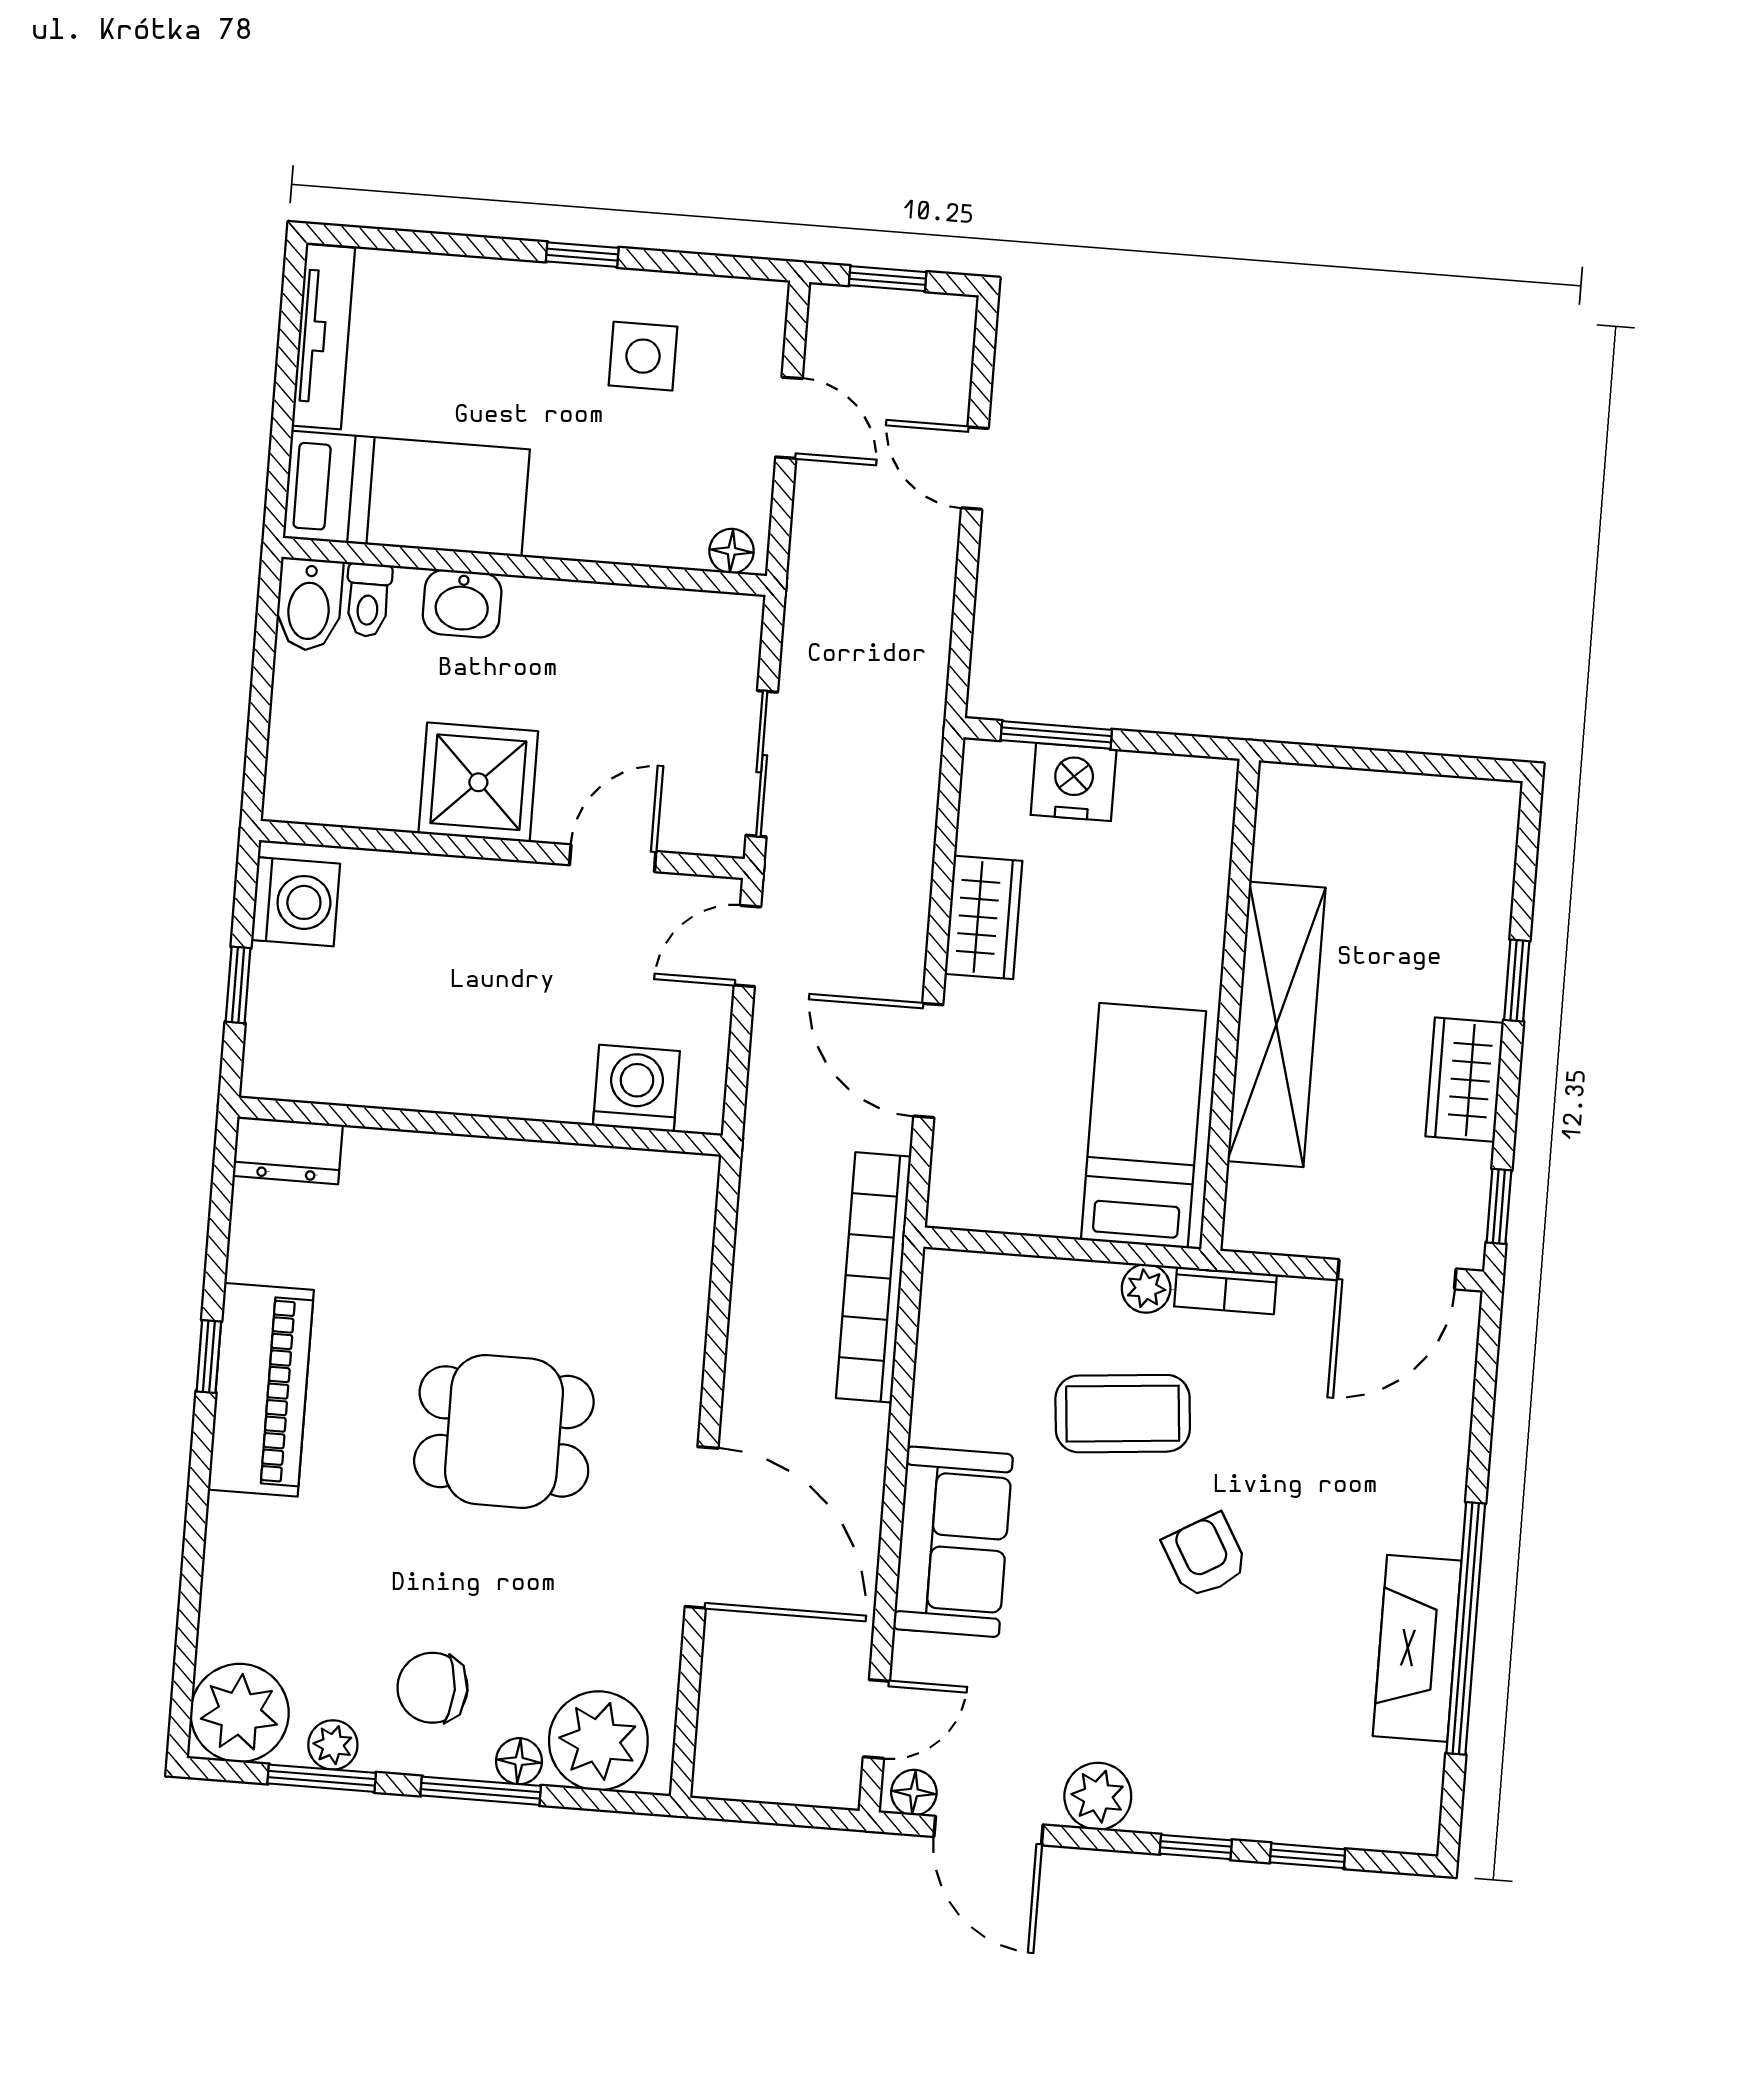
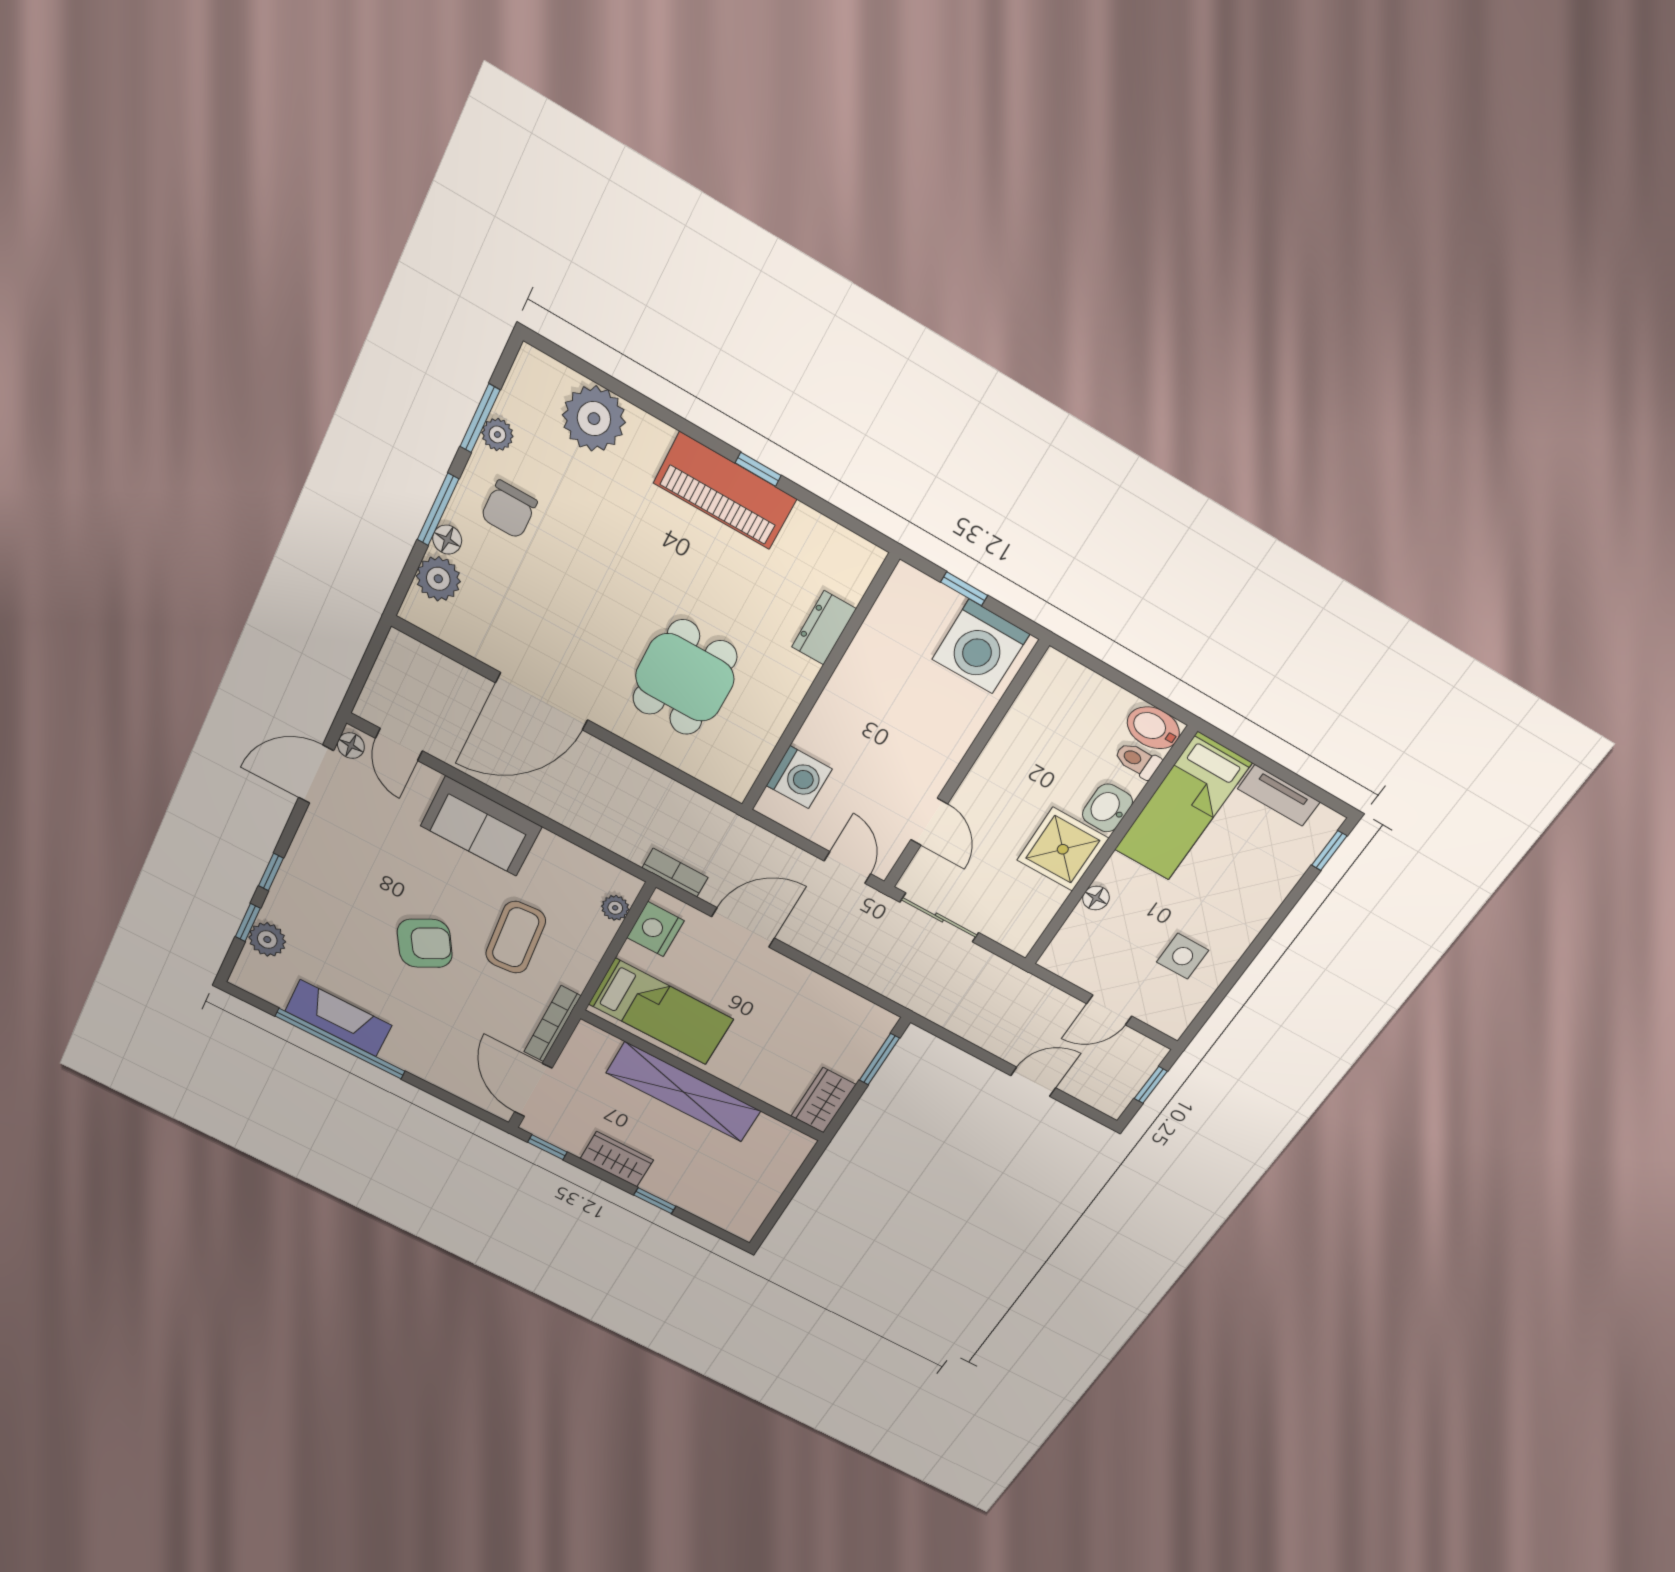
window: (582, 255) -> (1329, 851), moved
tv unit: (323, 337) -> (1279, 795), width x0.71
floor lamp: (732, 551) -> (1096, 898), moved
shower: (478, 782) -> (1063, 849), moved
nightstand: (1074, 782) -> (655, 929), moved, turned 180
washing machine: (296, 902) -> (981, 647), width x1.37, depth x1.37
wardrobe: (983, 917) -> (823, 1100), moved, turned 90
dresser: (288, 1150) -> (824, 628), moved
bookcase: (874, 1277) -> (675, 873), width x0.43, depth x0.76
plant: (1146, 1288) -> (615, 908), moved
bookcase: (1226, 1290) -> (552, 1024), width x1.56
dining table: (504, 1431) -> (685, 678), moved
armchair: (1205, 1556) -> (425, 943), width x1.38, depth x1.38
chair: (432, 1688) -> (509, 510), turned 180
plant: (240, 1713) -> (594, 419), moved
plant: (598, 1741) -> (438, 579), width x0.73, depth x0.73
plant: (1098, 1796) -> (267, 940), moved

